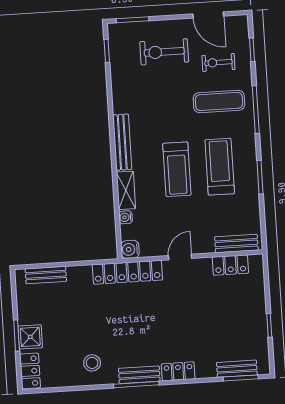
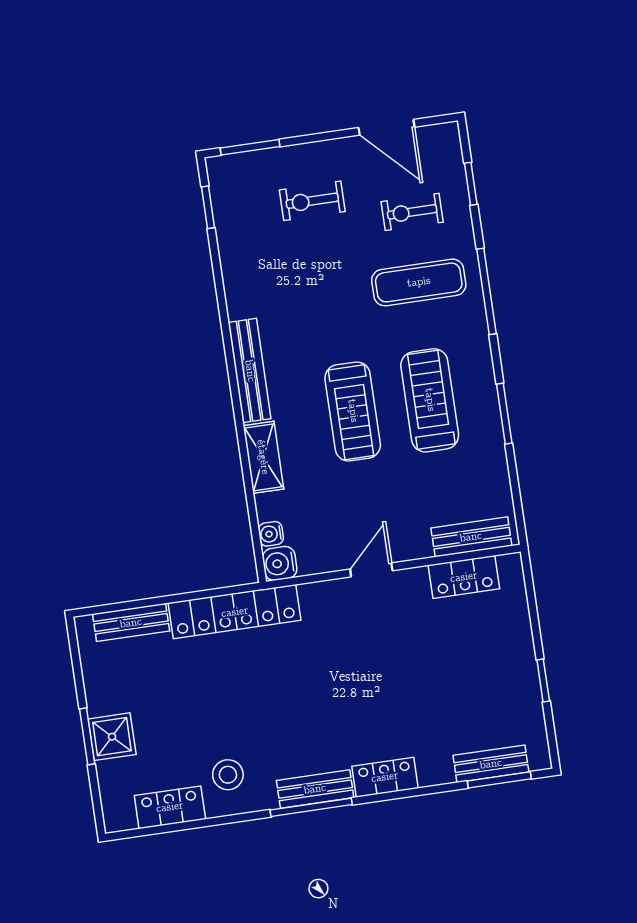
exercise bike: (164, 52) -> (312, 201), width x0.73, depth x0.72
water cooler: (126, 217) -> (271, 534), moved
locker: (127, 272) -> (235, 612), moved
locker: (30, 371) -> (170, 807), moved, turned -90

